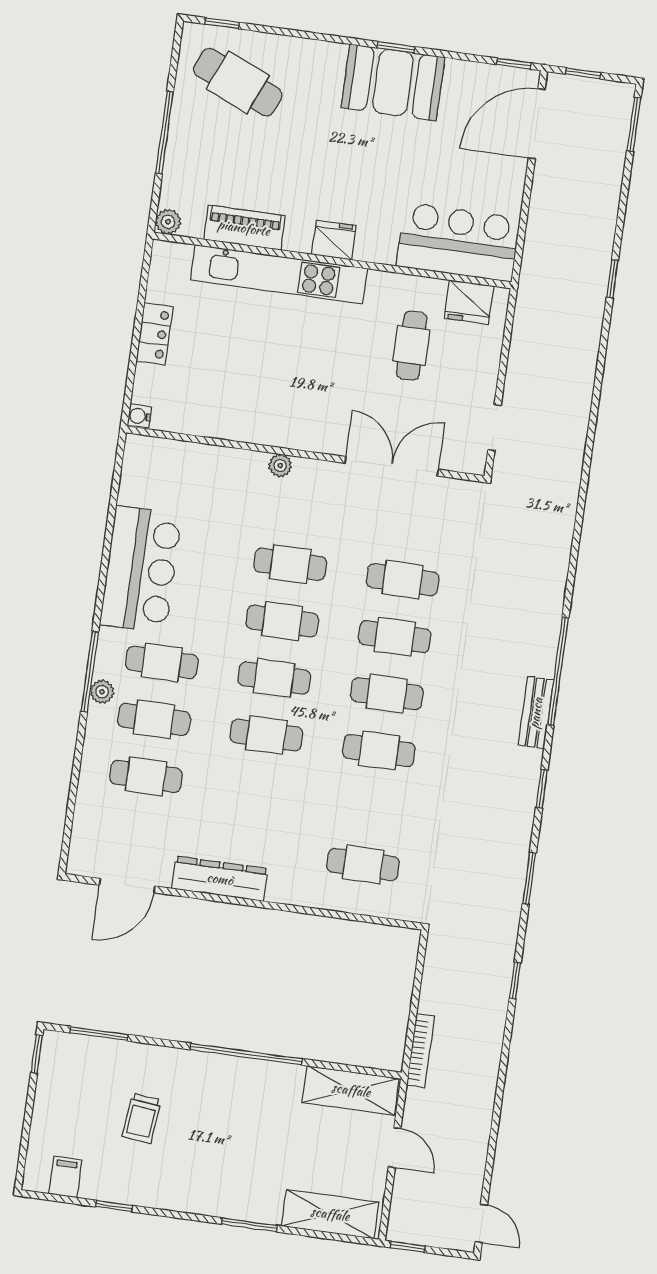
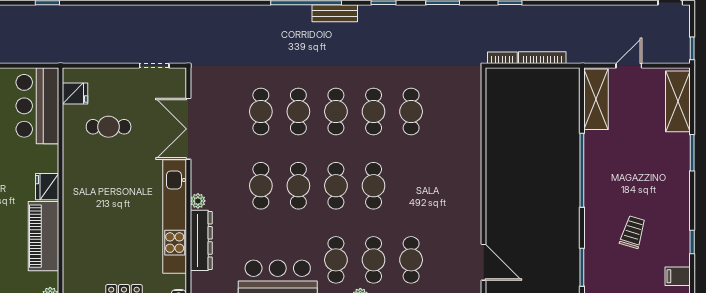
piano: (244, 228) -> (43, 236), width x1.37, depth x1.33
kitchen unit: (279, 274) -> (175, 216), moved, turned 180
fridge: (469, 302) -> (75, 94), width x0.72
cafe table: (363, 864) -> (411, 112), moved
dresser: (220, 879) -> (201, 240), moved, turned 180
bookcase: (433, 957) -> (502, 58), added
bookcase: (420, 1051) -> (542, 58), moved
trolley: (142, 1118) -> (633, 232), turned -79

